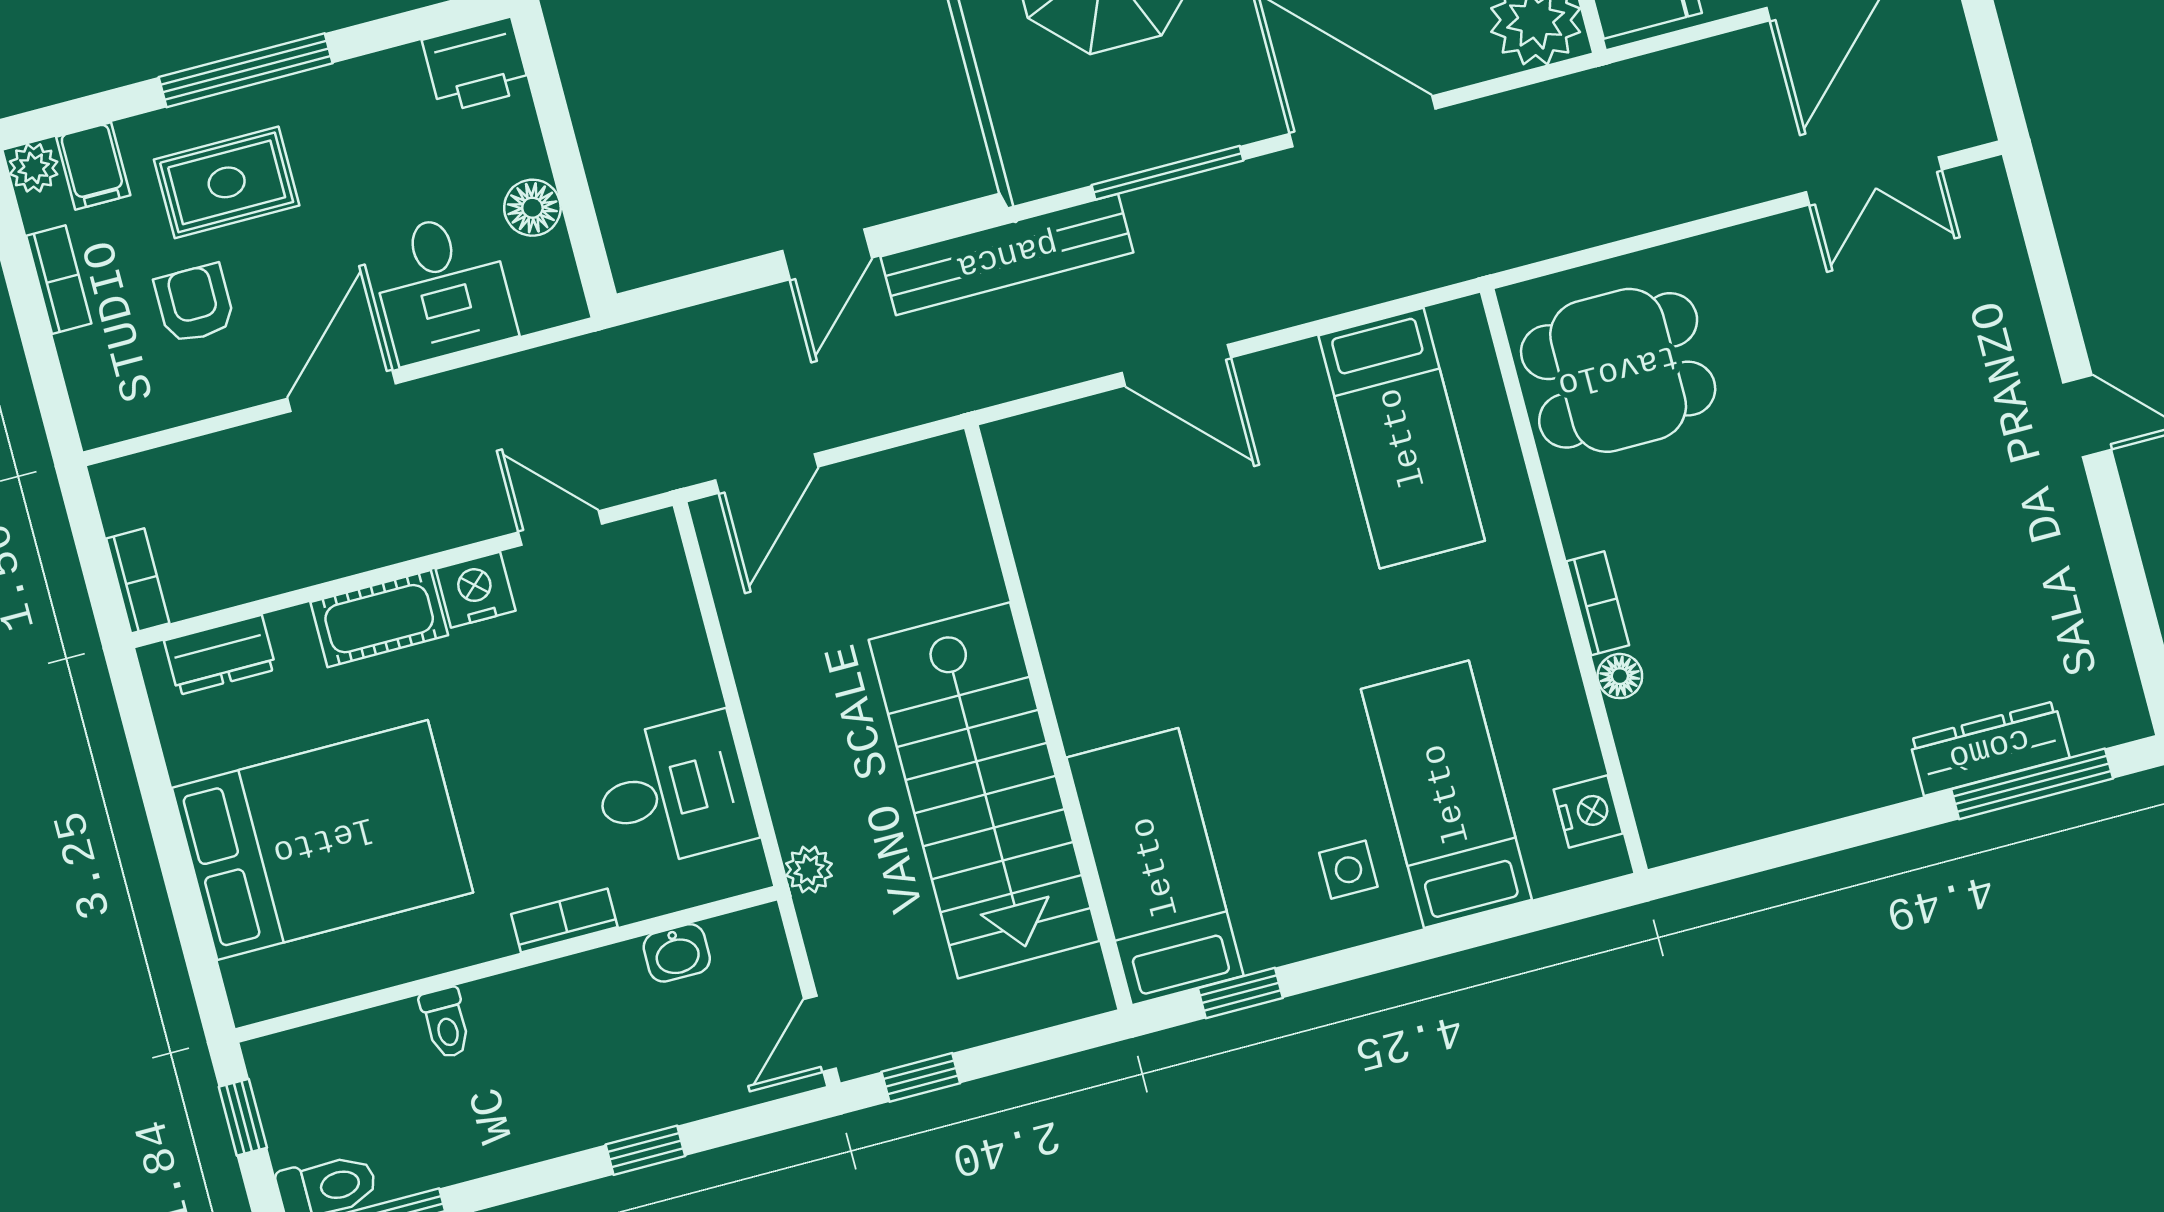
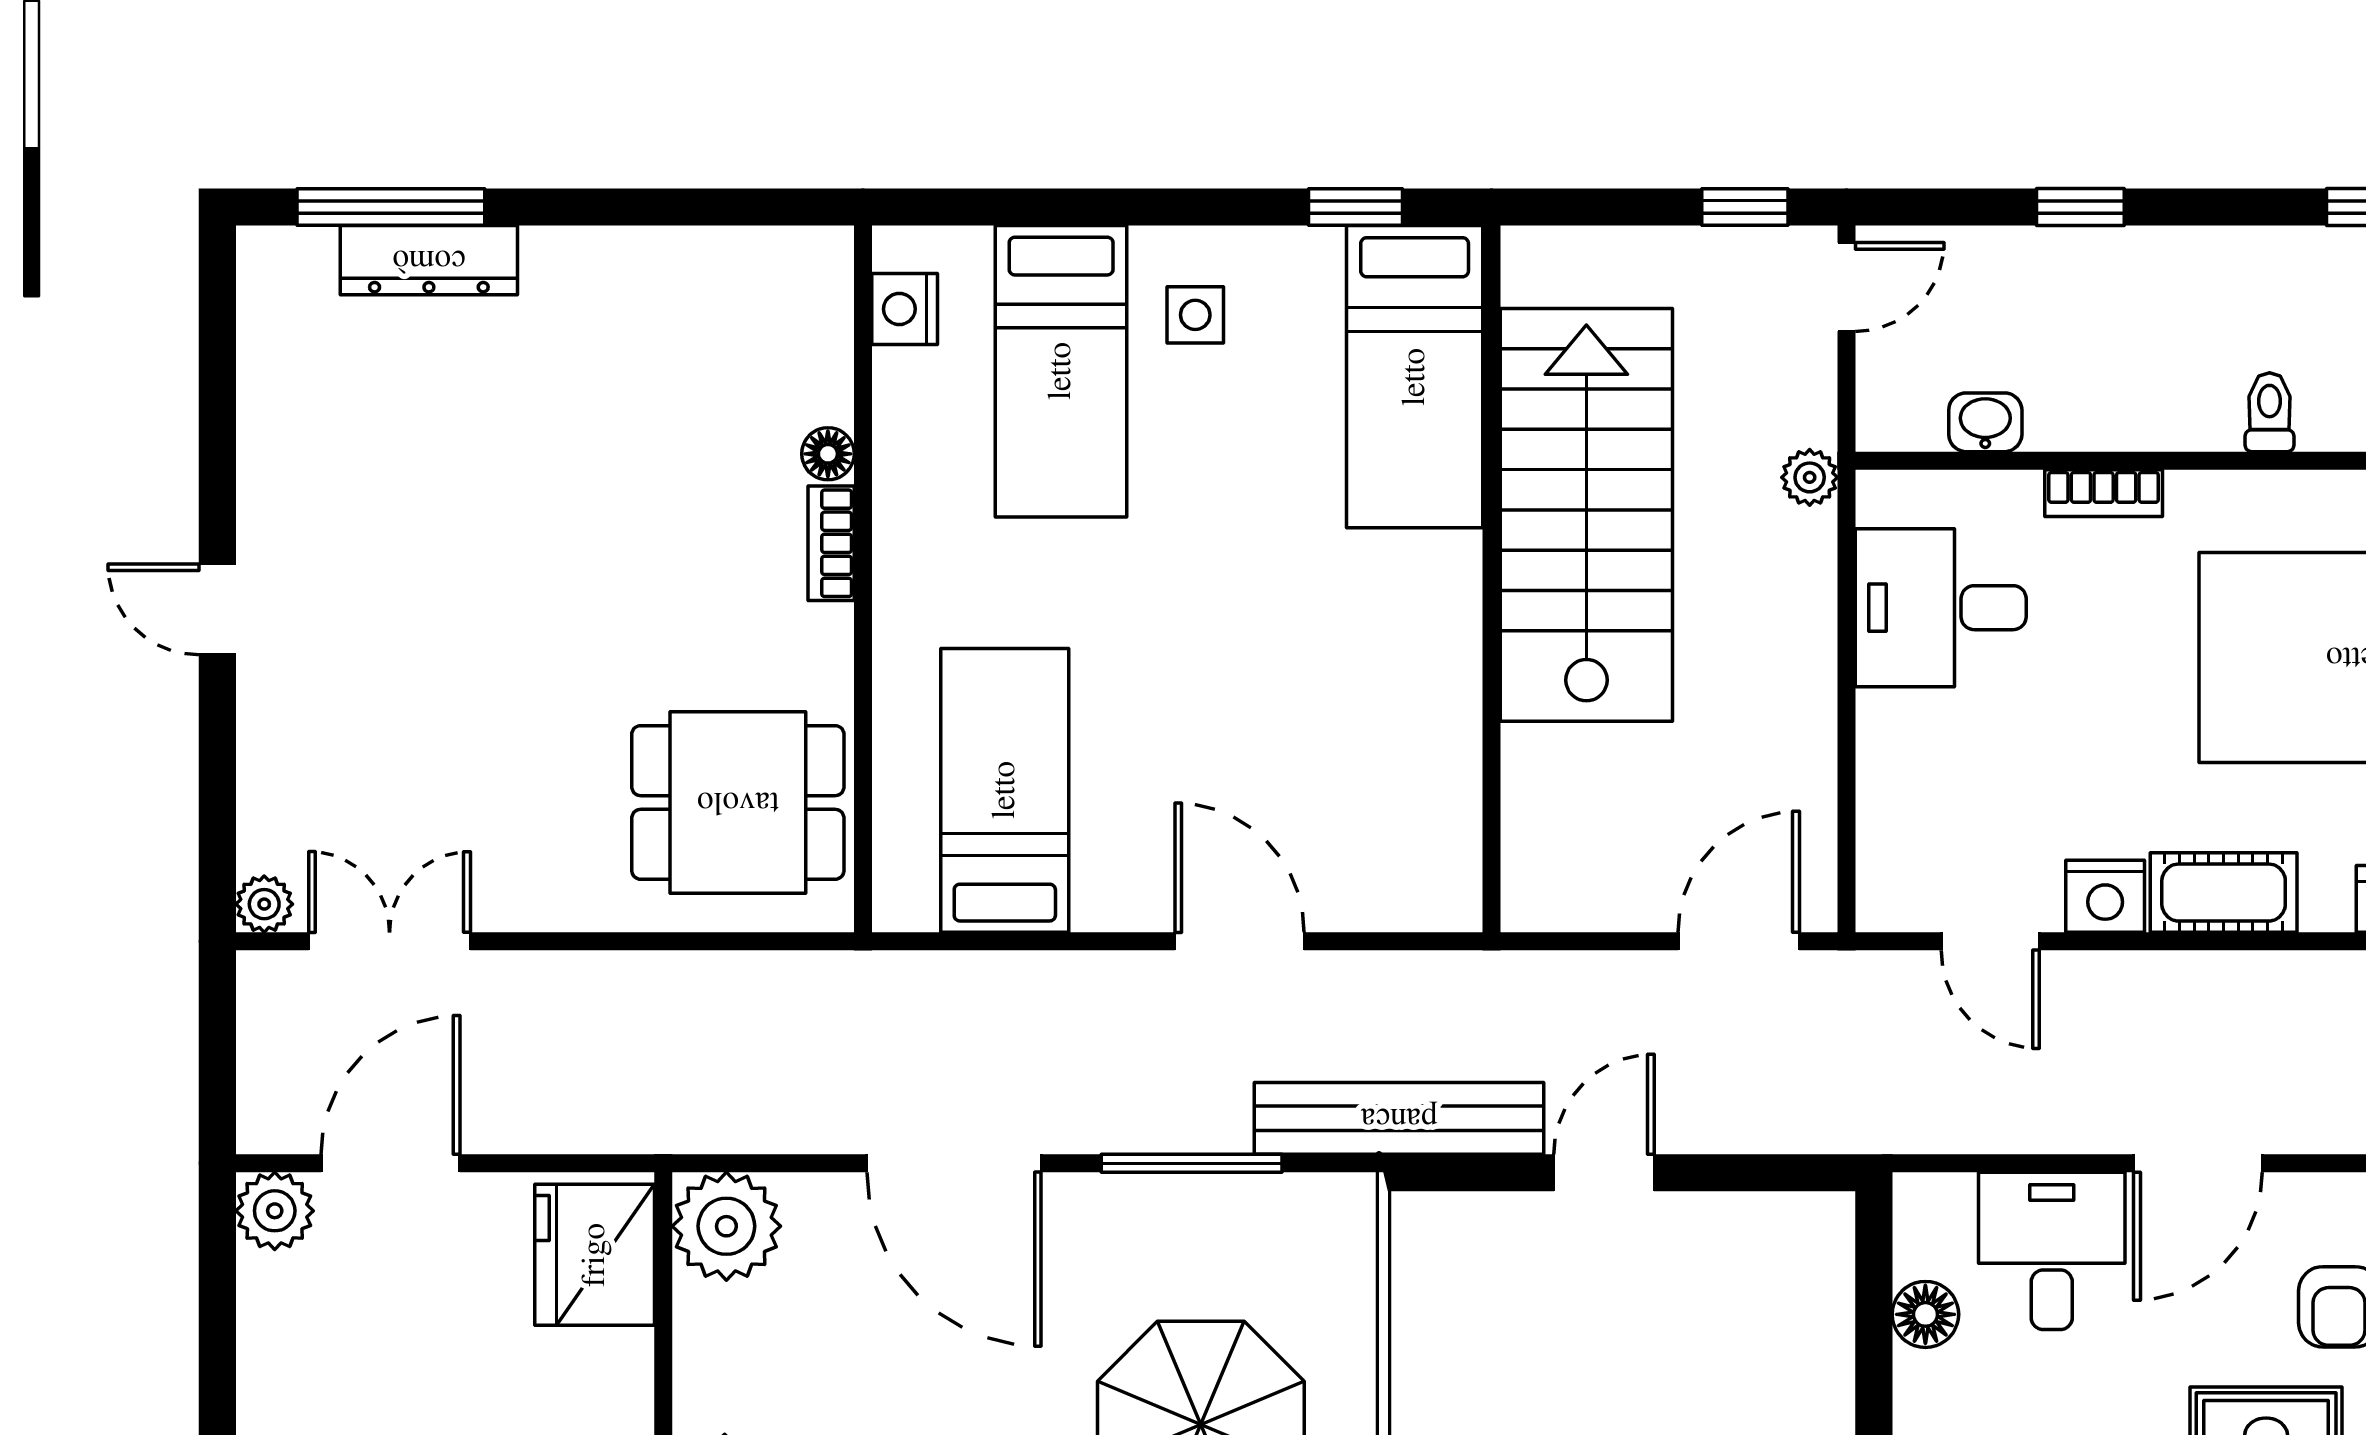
plant: (1985, 184) -> (264, 904), added

